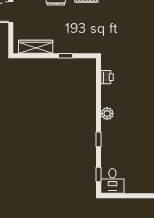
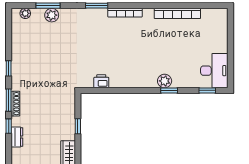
plant: (107, 114) -> (165, 81), moved
desk: (112, 181) -> (214, 71), width x1.37

